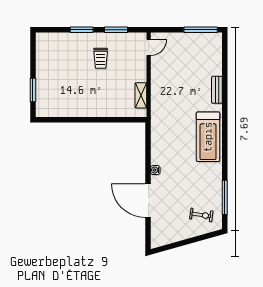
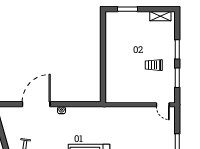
shelving: (141, 95) -> (160, 16), moved

